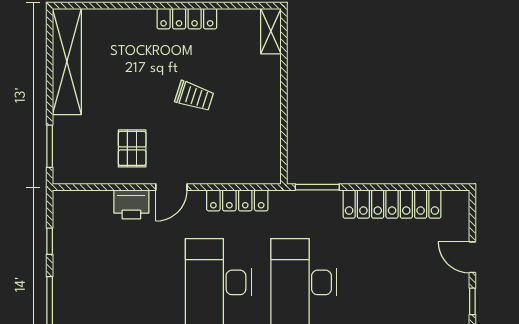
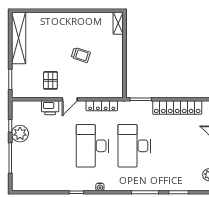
locker: (187, 19) -> (77, 17), removed
plant: (70, 257) -> (20, 134), added

